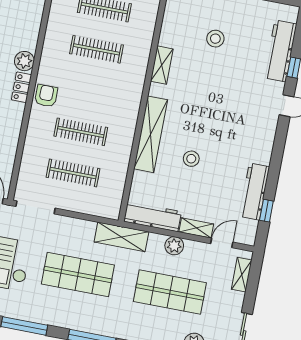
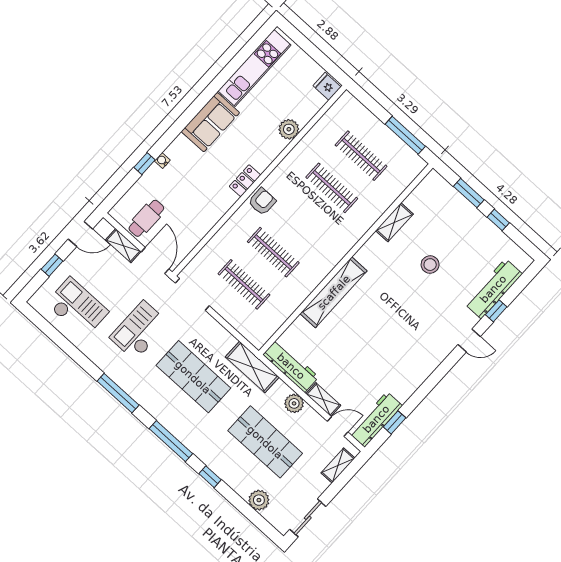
stool: (215, 39) -> (430, 265), moved
plant: (24, 61) -> (289, 129), moved
shelving: (162, 65) -> (394, 222), moved
stool: (191, 159) -> (356, 336), removed
workbench: (254, 192) -> (376, 419), moved

